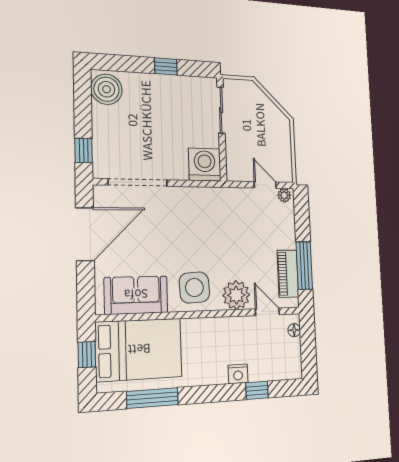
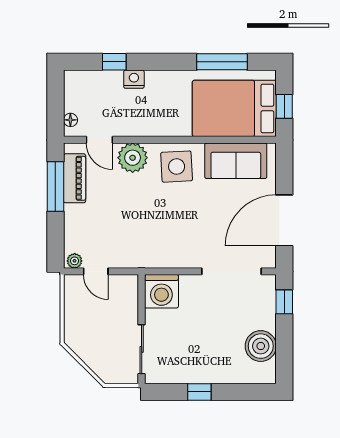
boiler: (107, 89) -> (261, 346), moved

